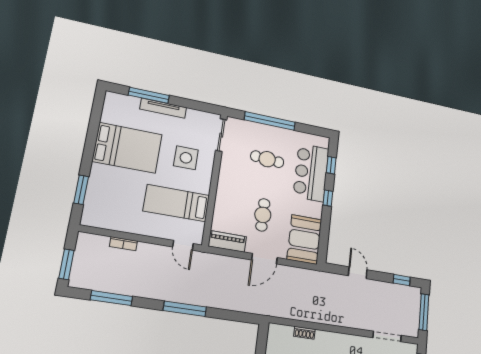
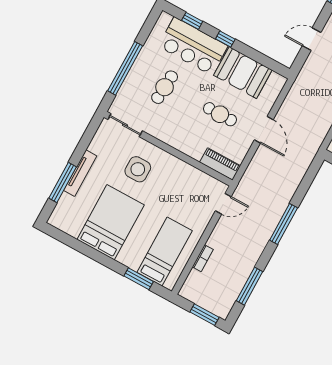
bed: (177, 203) -> (165, 251), moved, turned 180
booth: (304, 239) -> (243, 73), moved
piano: (227, 241) -> (220, 164), moved, turned 90

